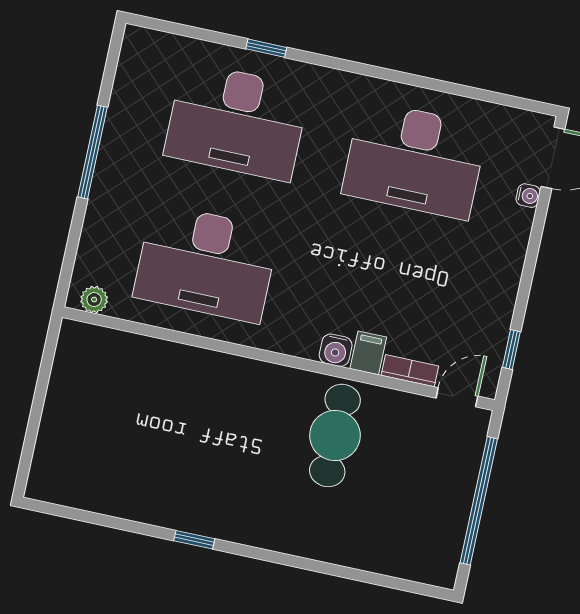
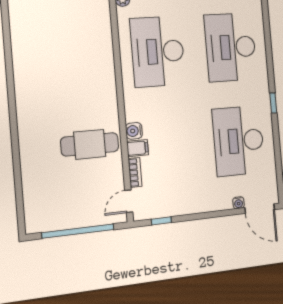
window: (266, 48) -> (273, 103), moved
door: (457, 397) -> (129, 201), swing flipped
window: (194, 540) -> (11, 87), removed

